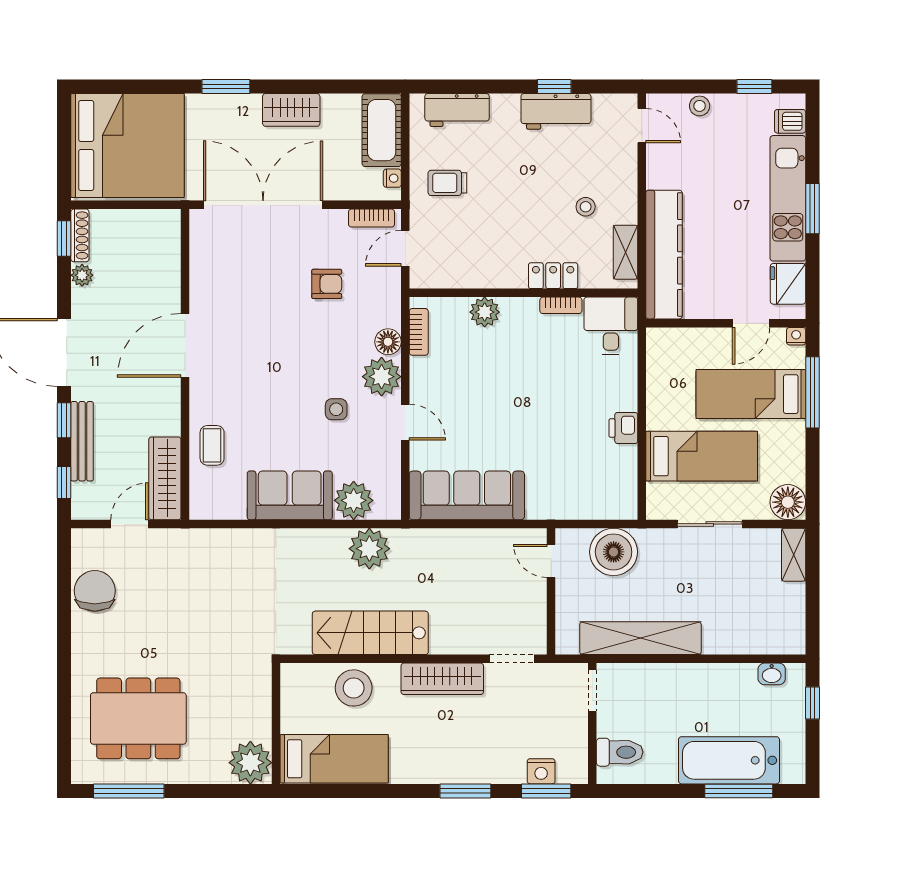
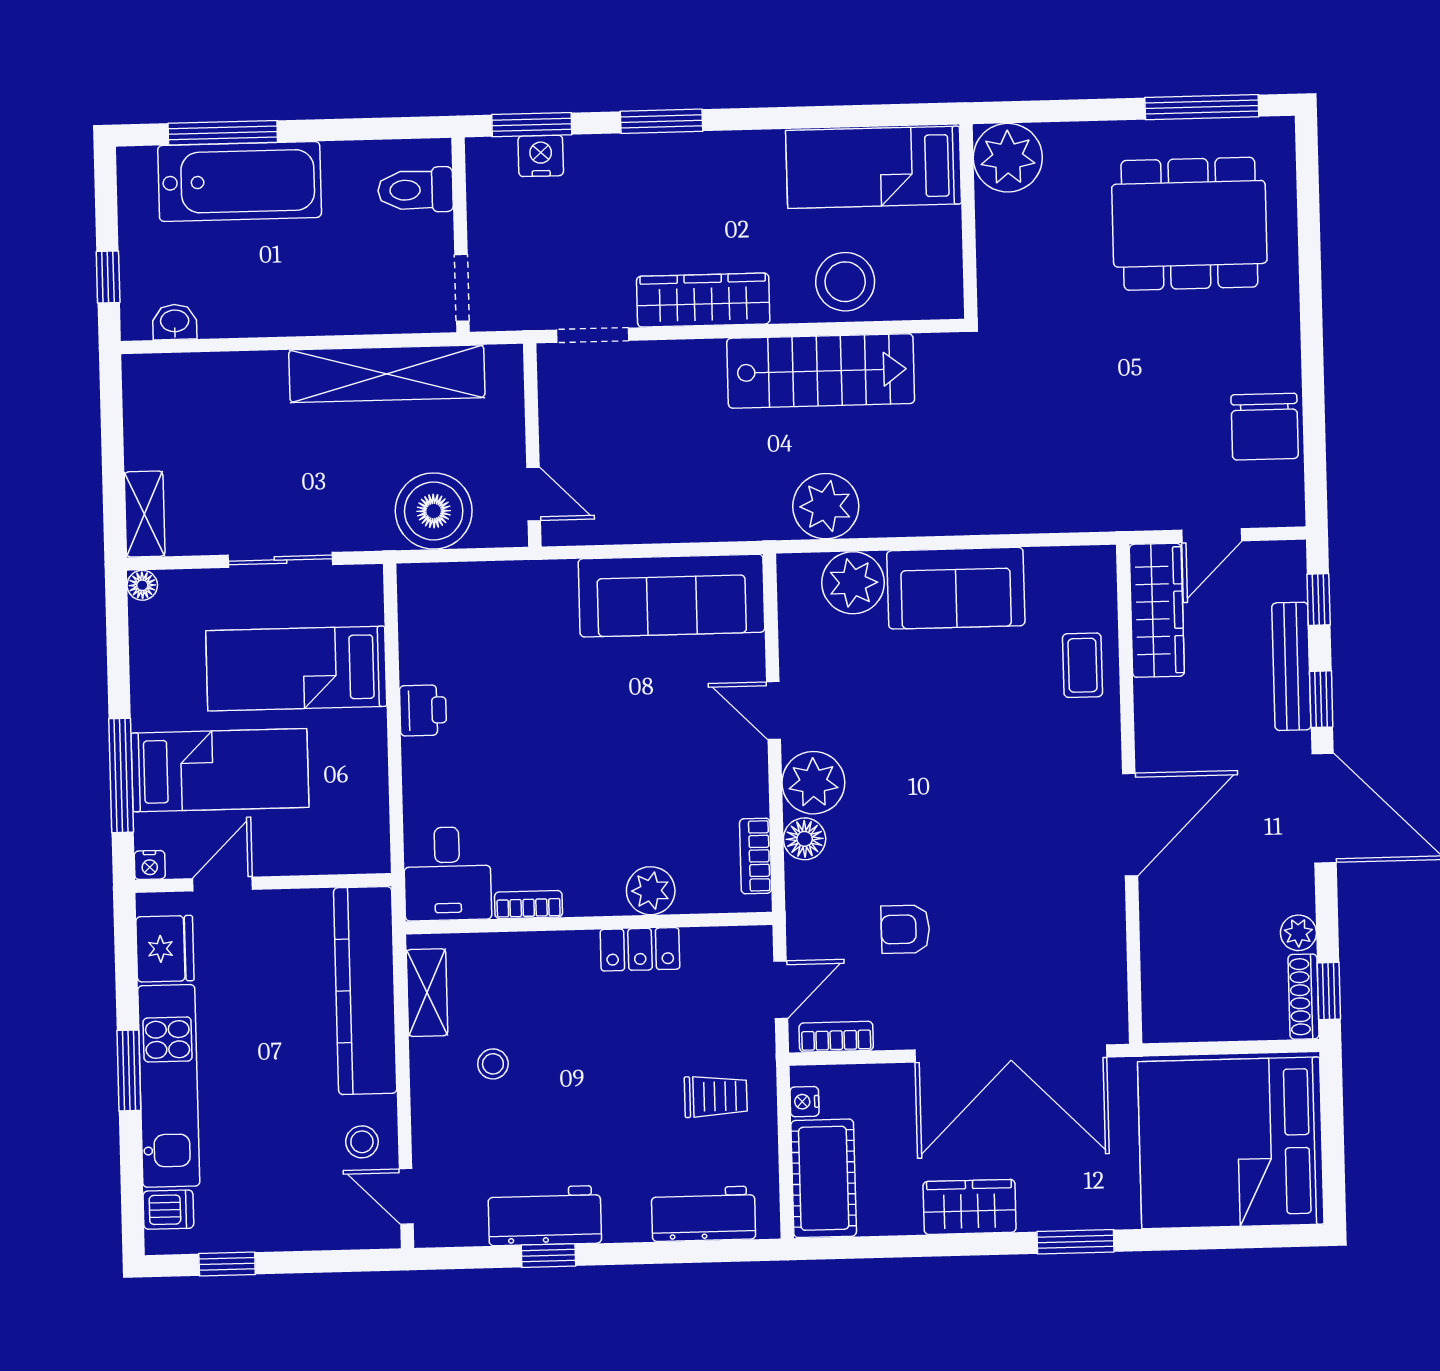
stool: (700, 106) -> (362, 1142), moved
locker: (553, 276) -> (640, 949), moved
side table: (336, 409) -> (885, 728), removed
floor lamp: (788, 502) -> (142, 585), width x0.53, depth x0.53

